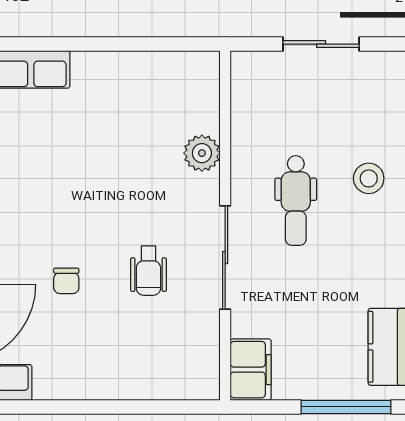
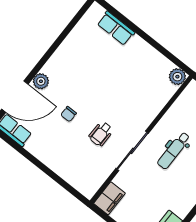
plant: (202, 153) -> (177, 77), moved

